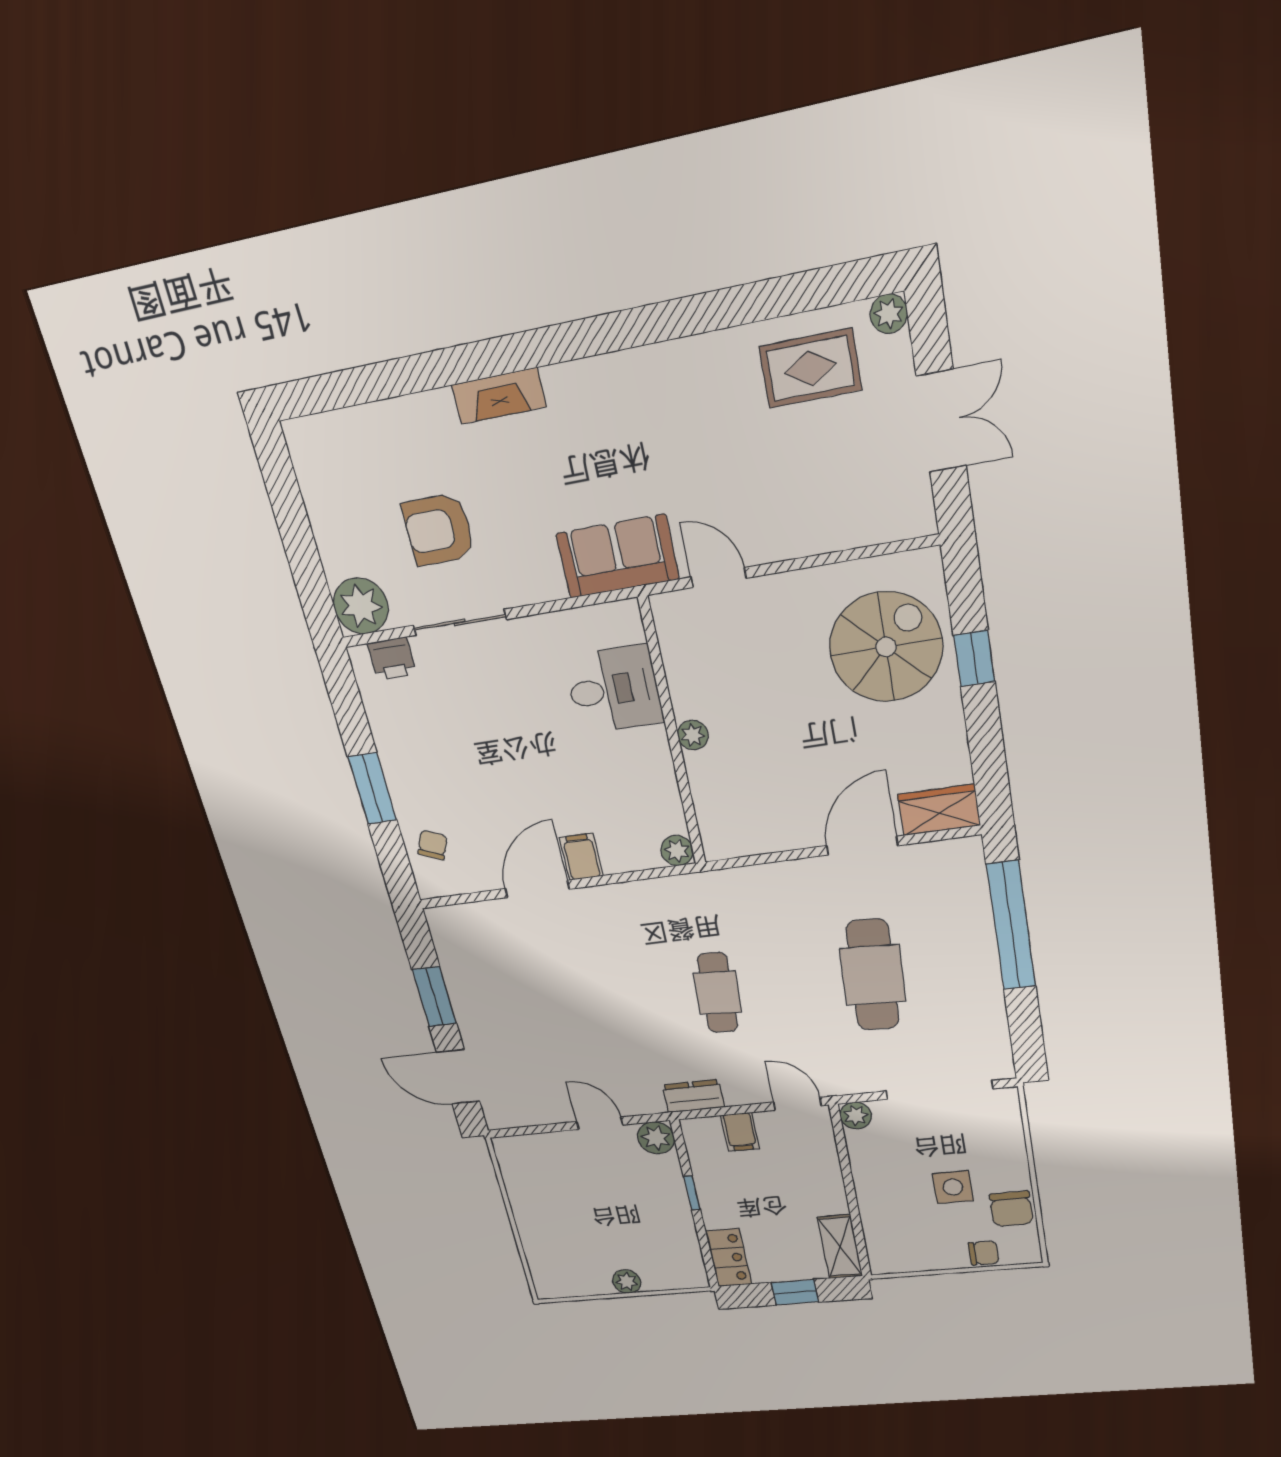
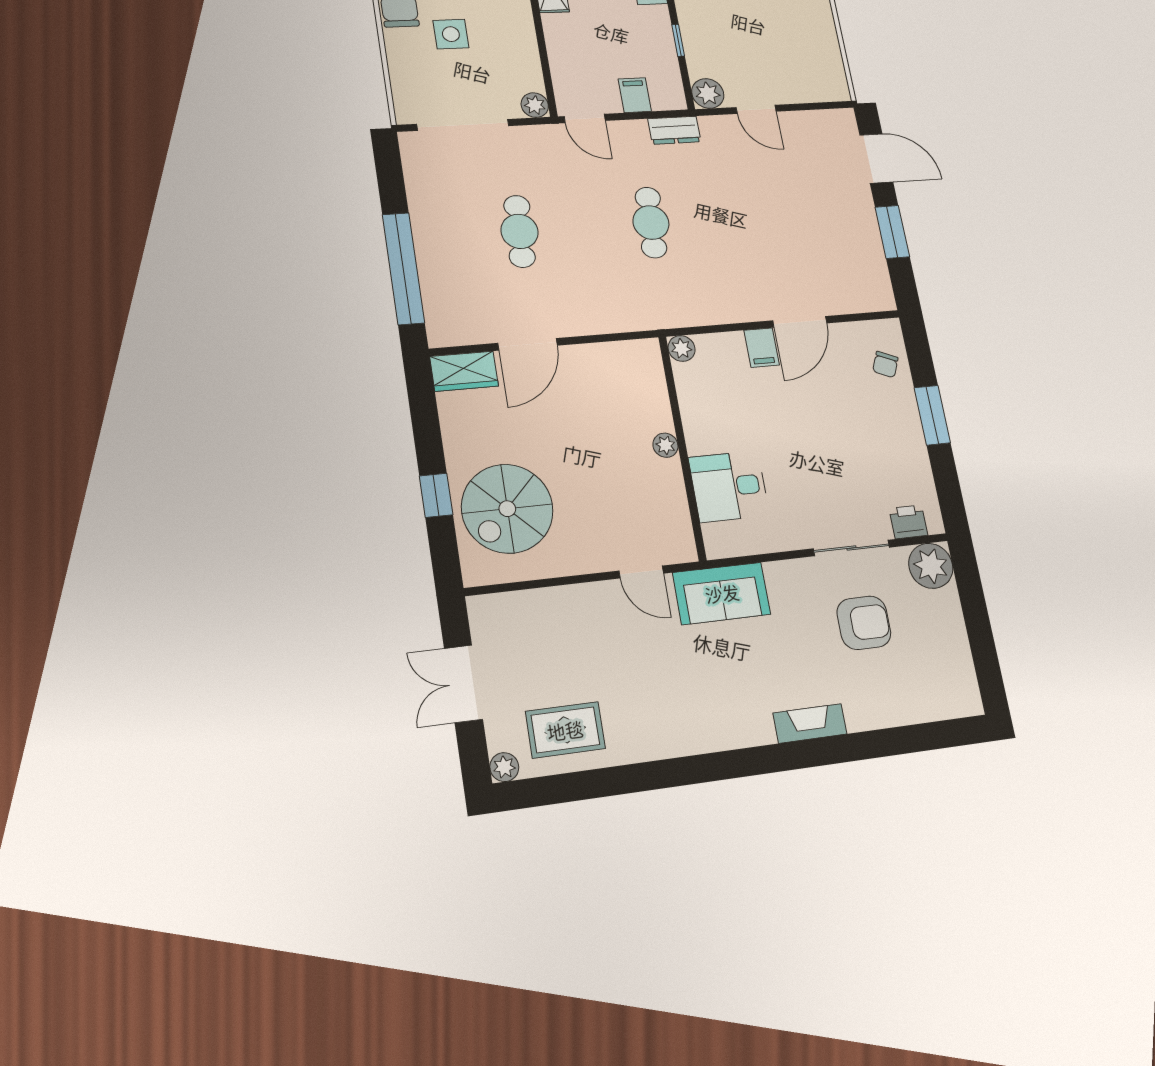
cafe table: (873, 975) -> (520, 231), width x0.73, depth x0.74

